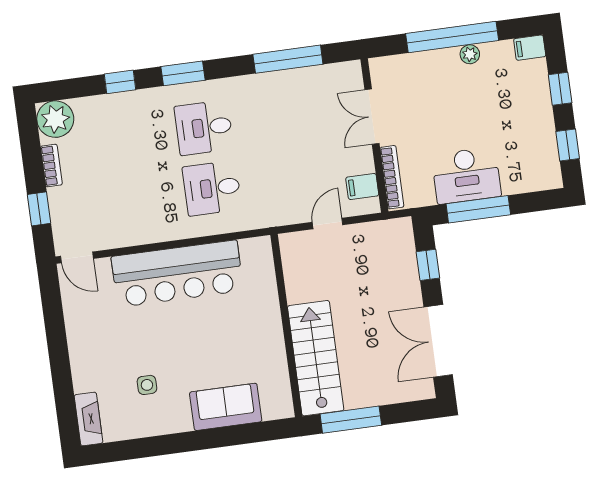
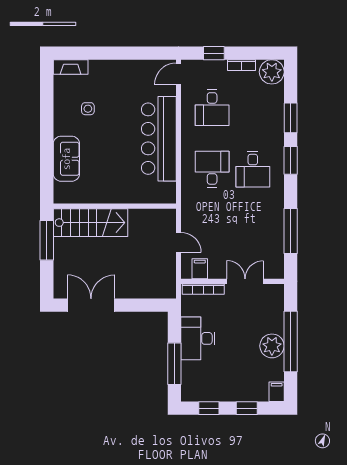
plant: (470, 54) -> (272, 346), width x1.88, depth x1.88
window: (120, 82) -> (291, 118), width x1.50
desk: (204, 128) -> (253, 169), turned 180
desk: (121, 201) -> (212, 108), added
window: (478, 209) -> (174, 364), moved
window: (428, 265) -> (142, 305), removed

